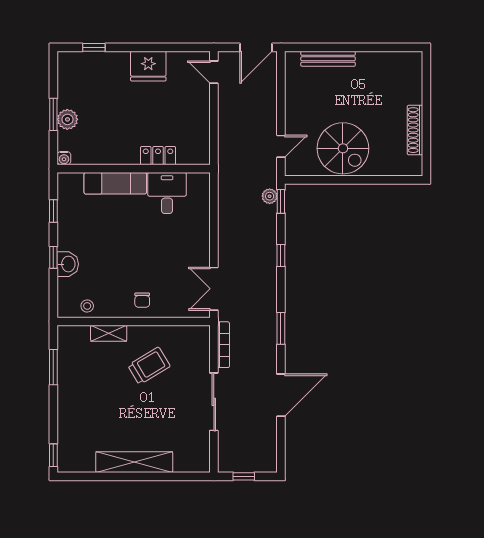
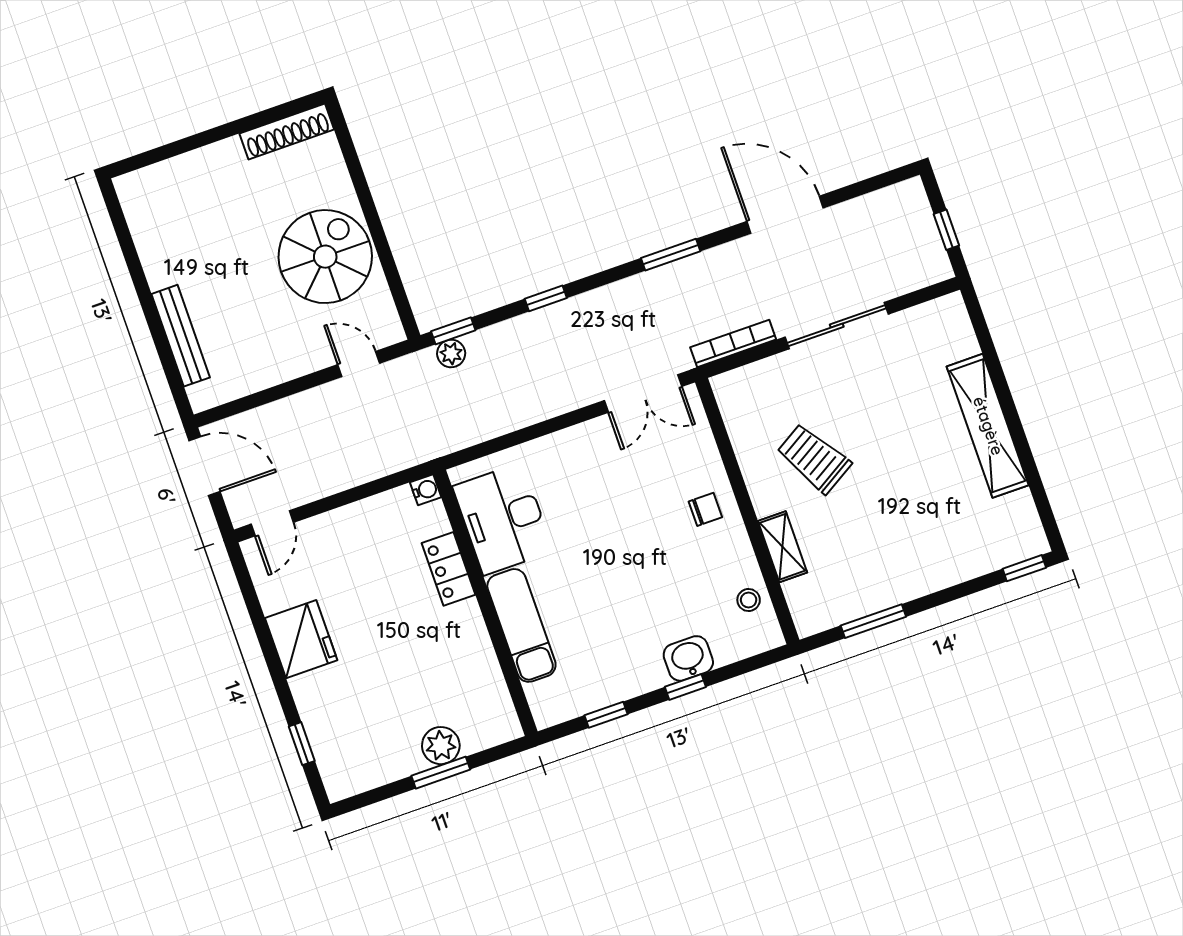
shoe rack: (415, 130) -> (287, 131), moved
water cooler: (64, 158) -> (426, 490), moved
desk: (167, 193) -> (503, 519), width x1.37

